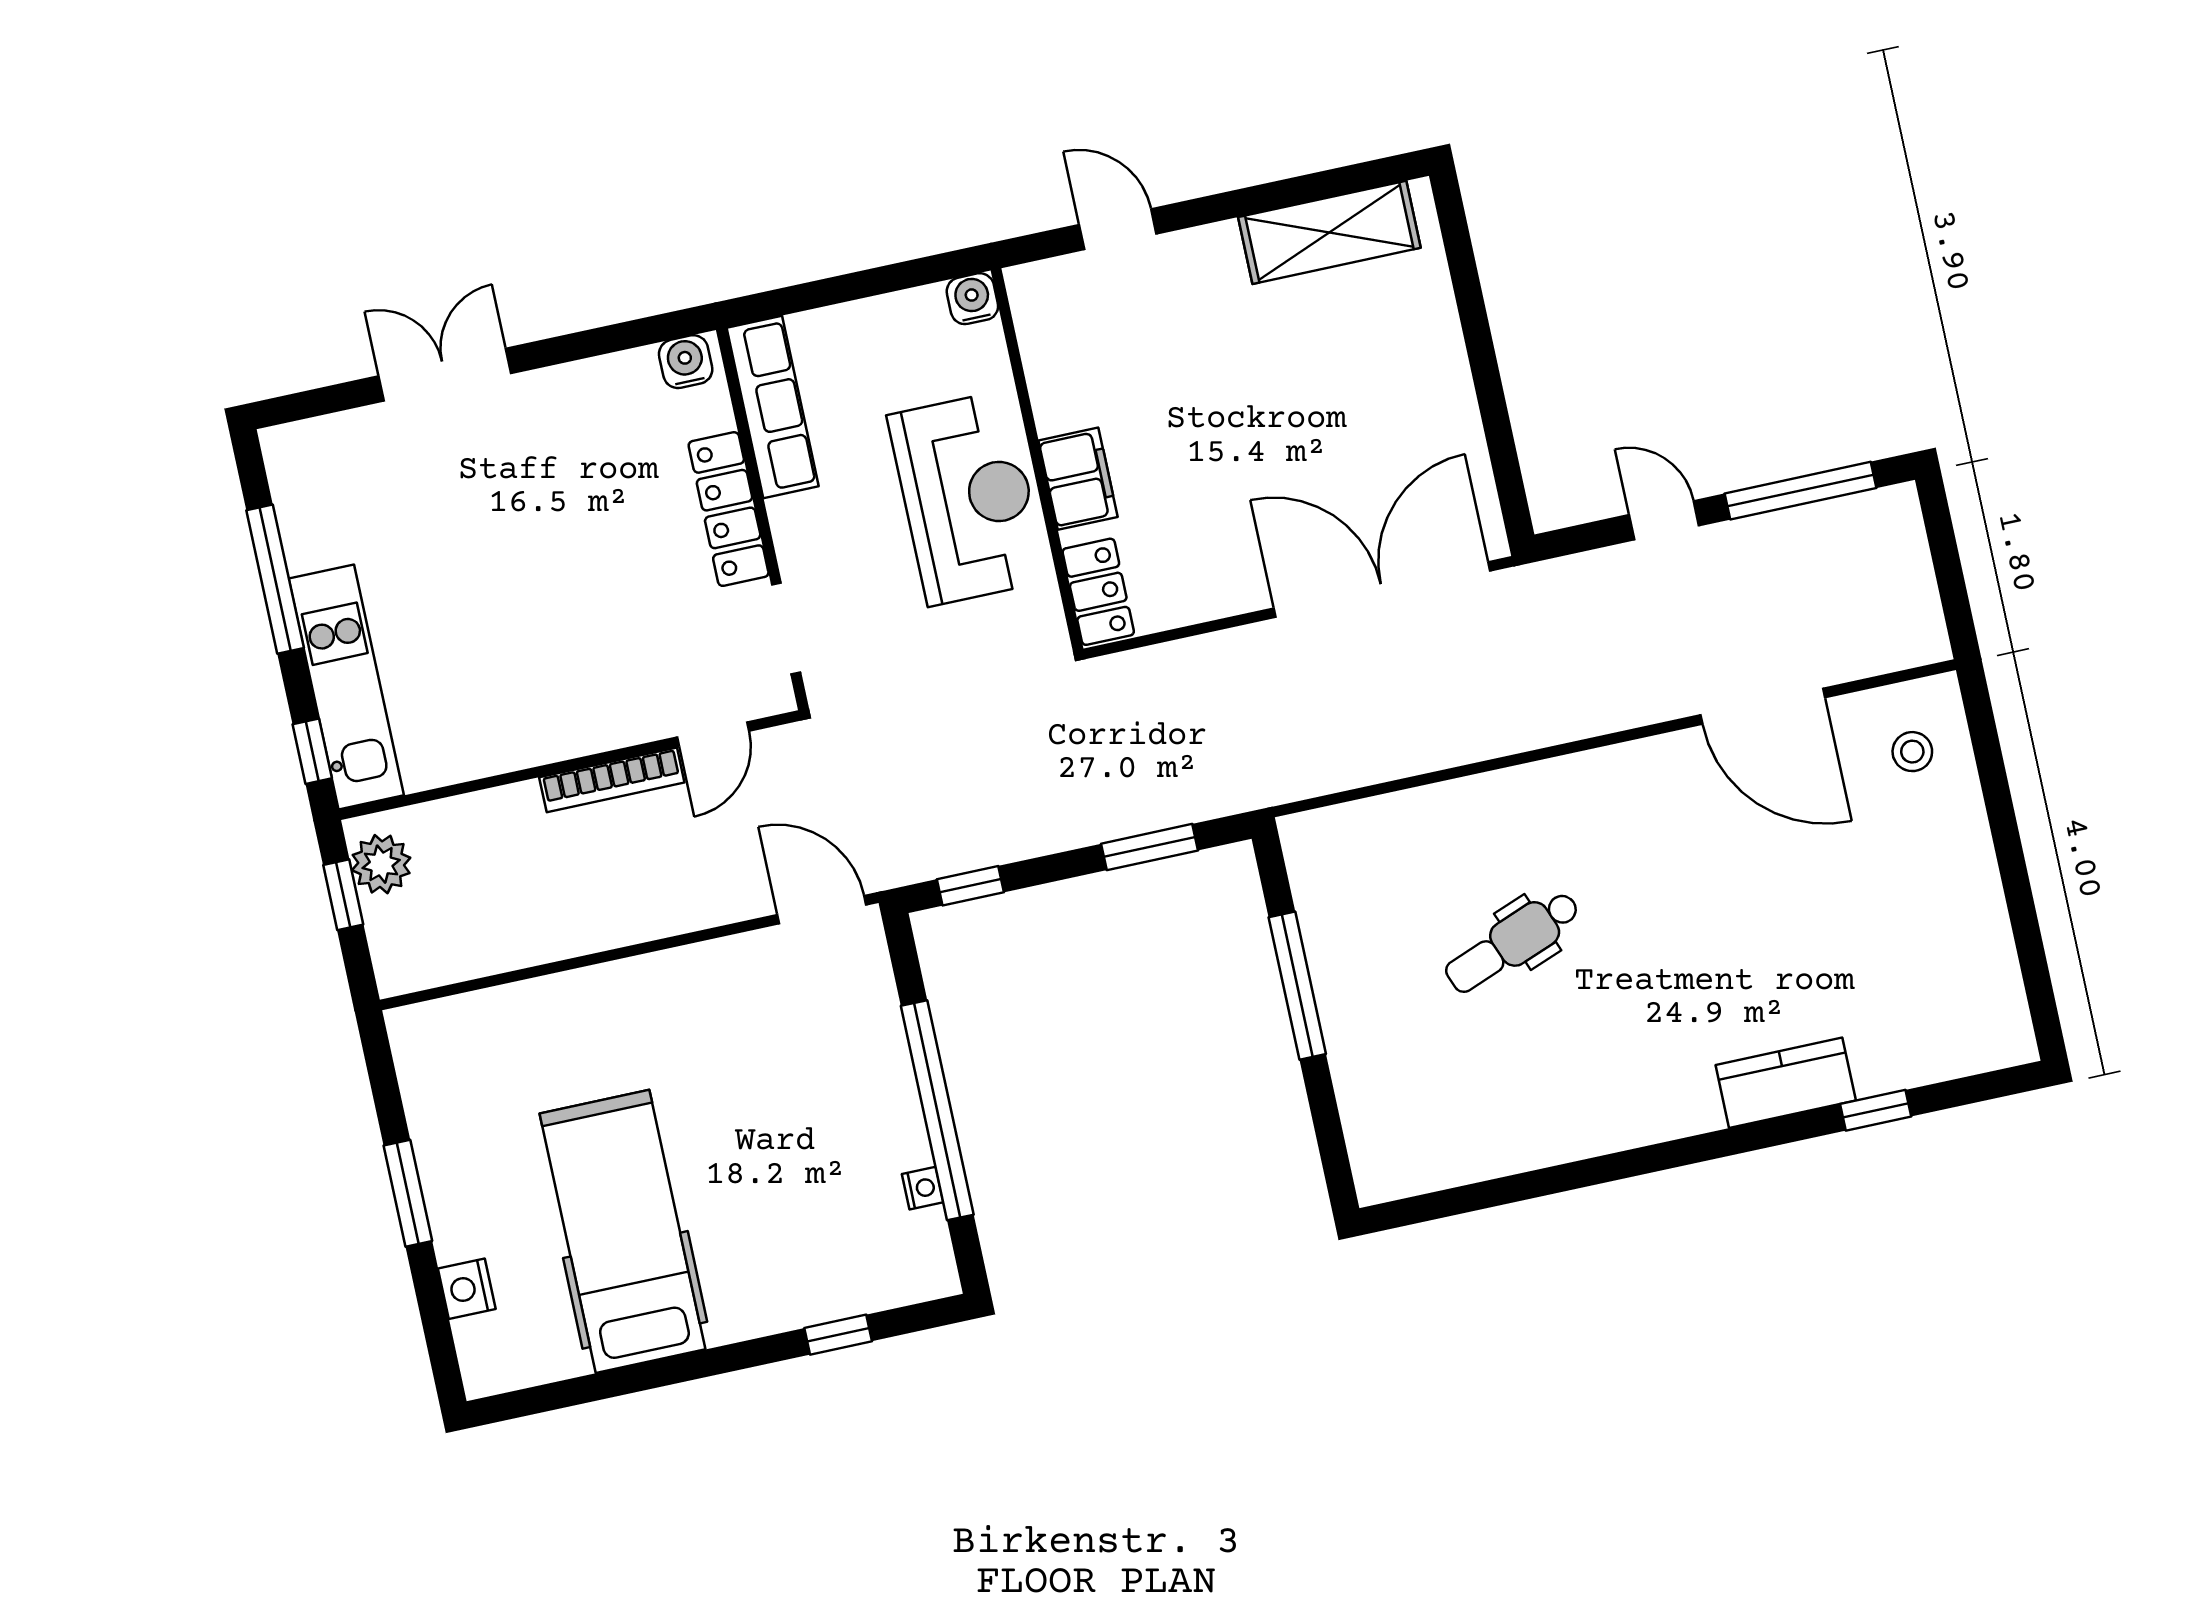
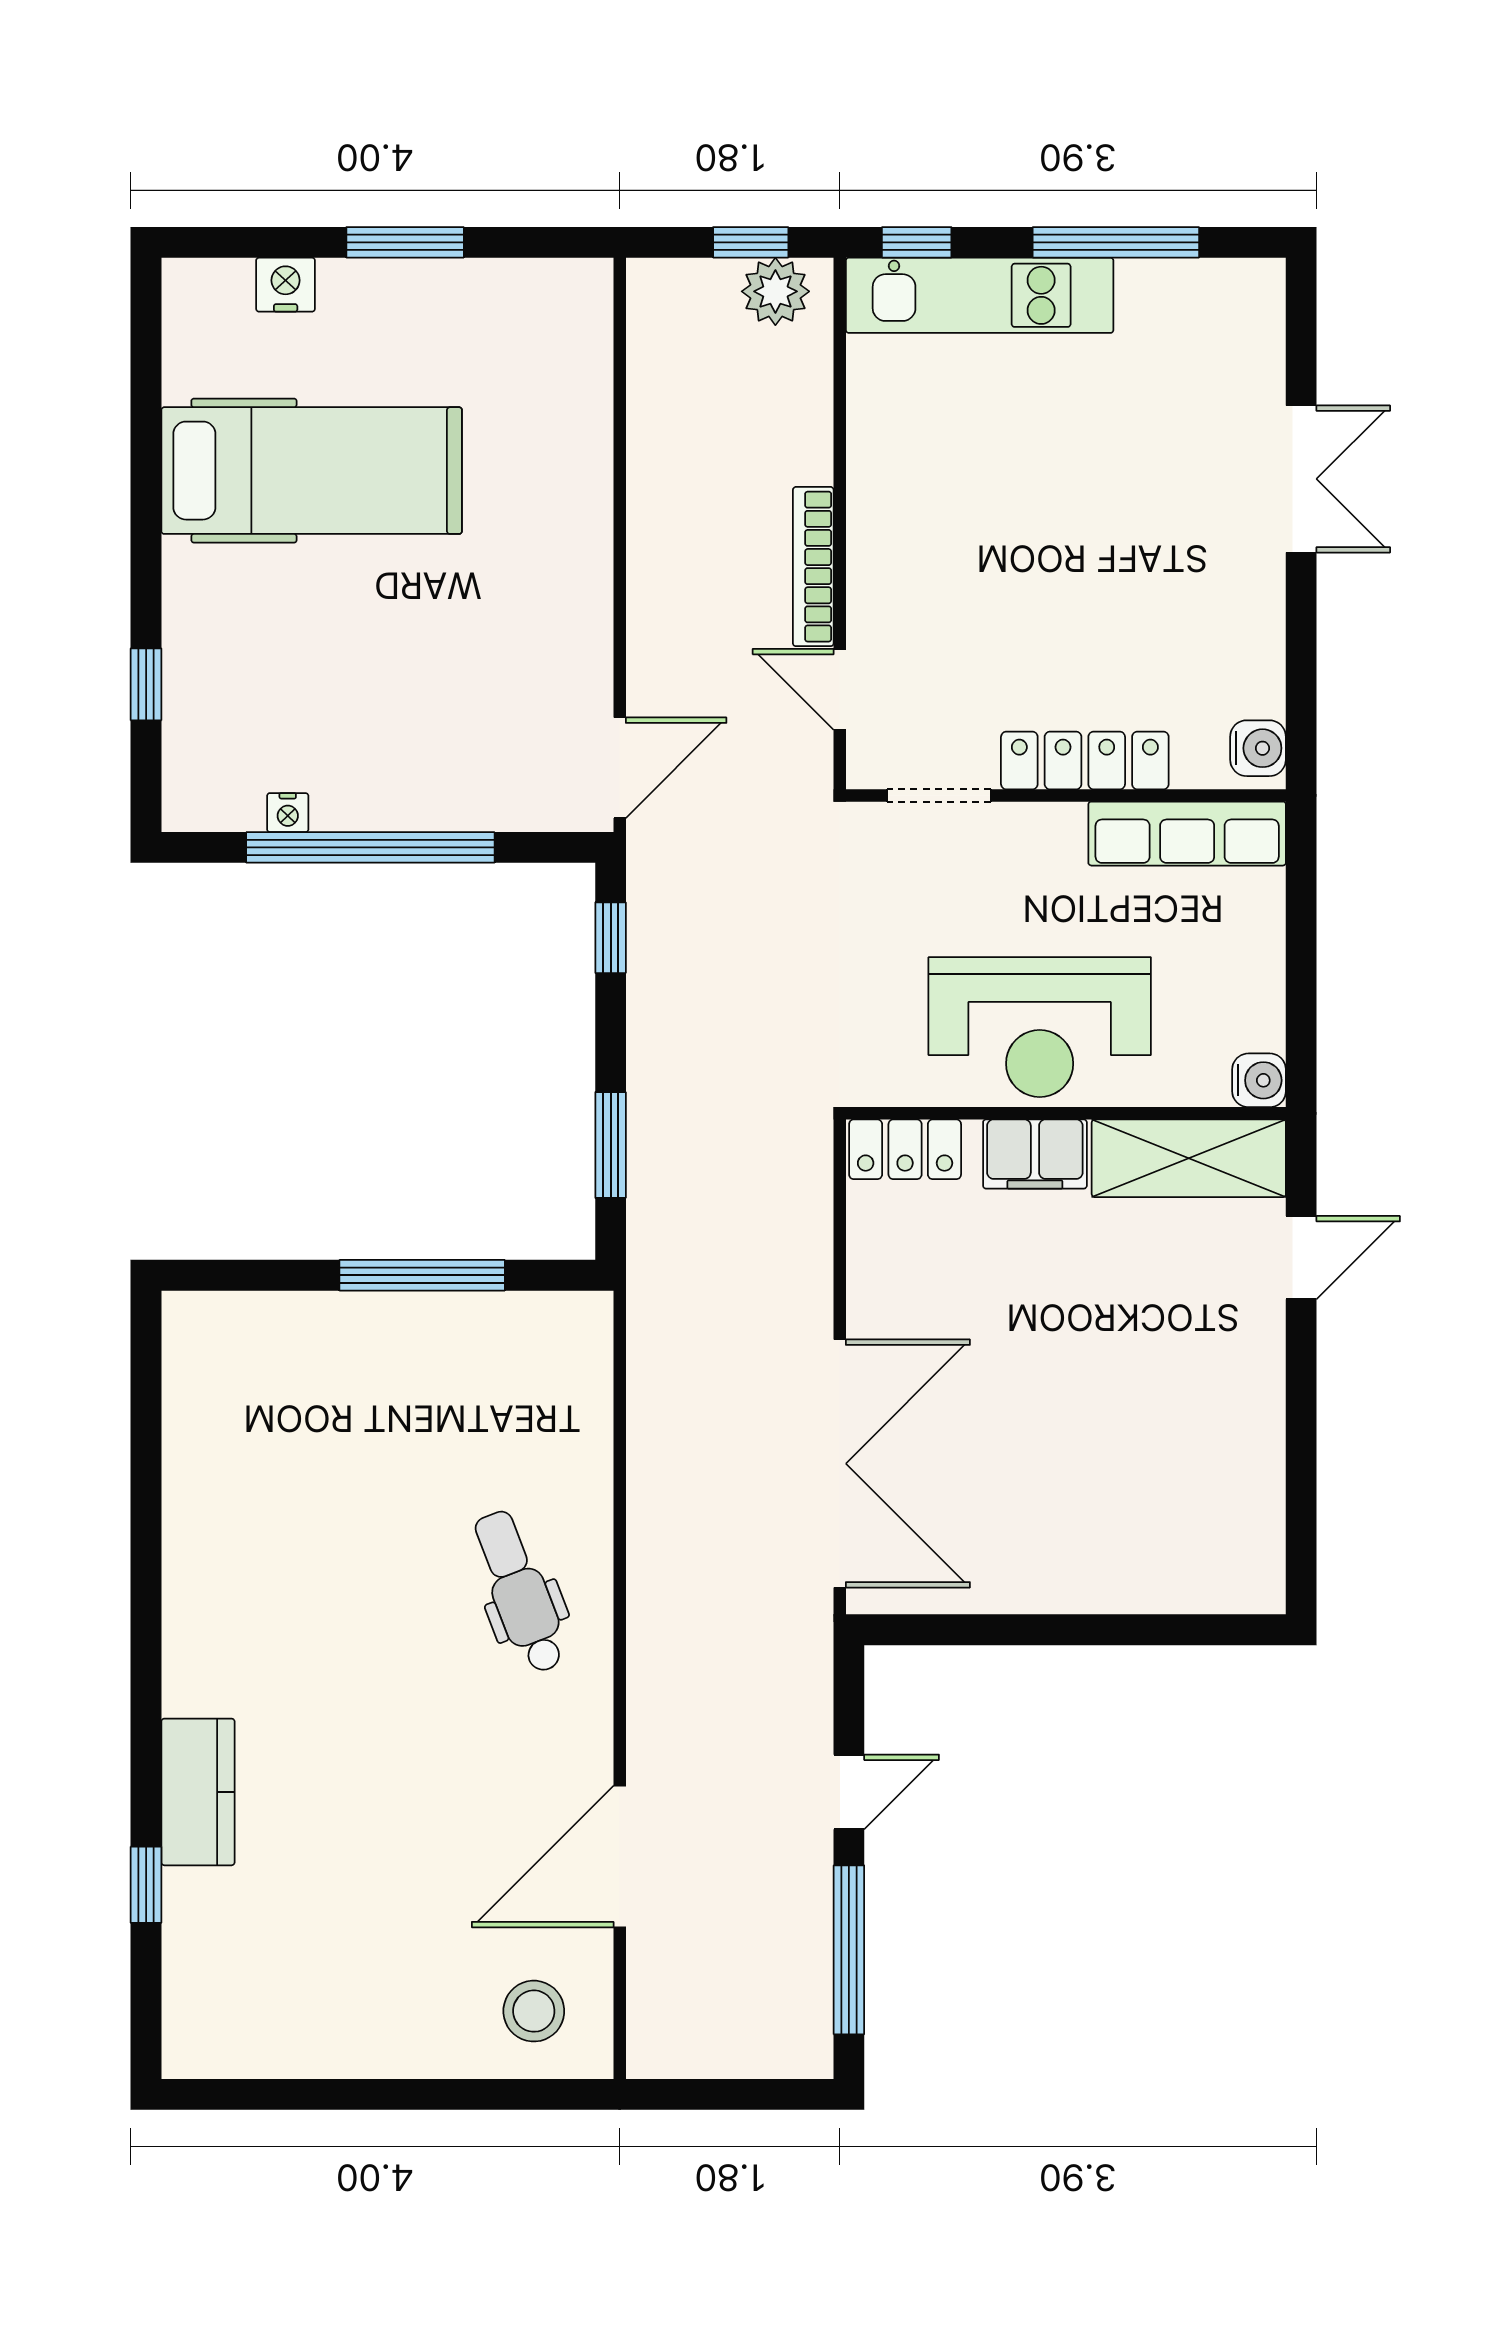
shelving: (1329, 232) -> (1189, 1158), moved, turned 90
stool: (1912, 752) -> (534, 2011), width x1.37, depth x1.37
dental chair: (1512, 942) -> (520, 1592), moved

